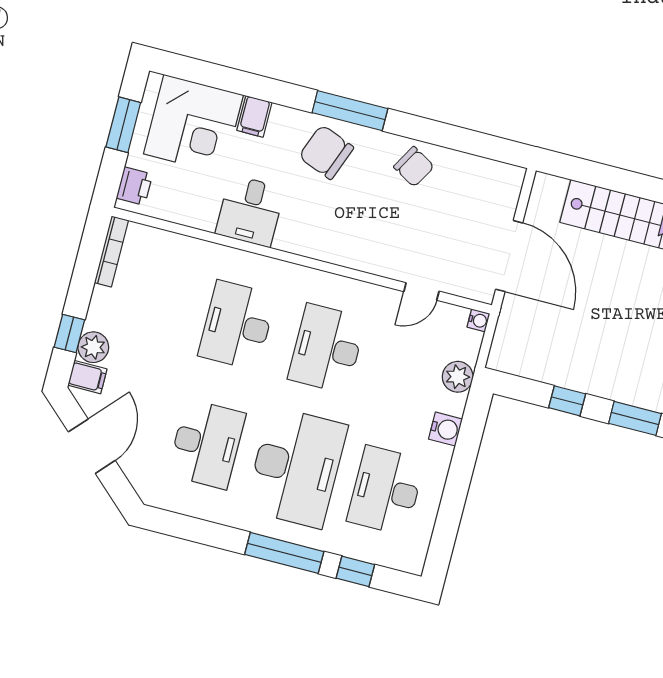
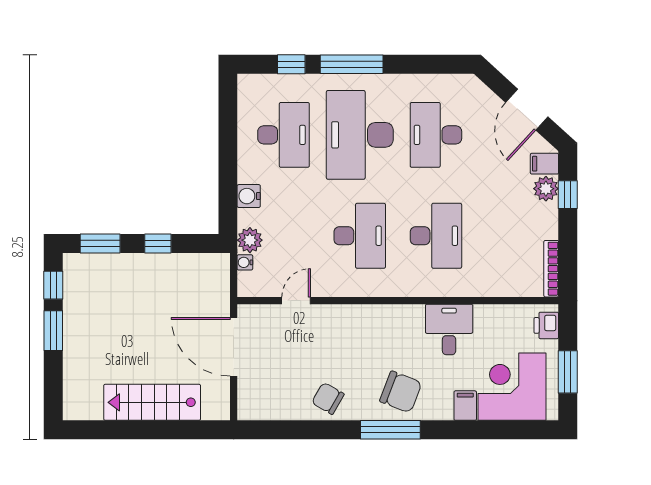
water cooler: (478, 320) -> (245, 262), moved

